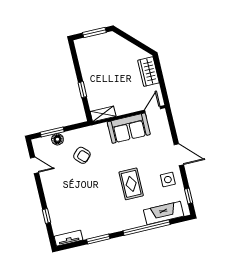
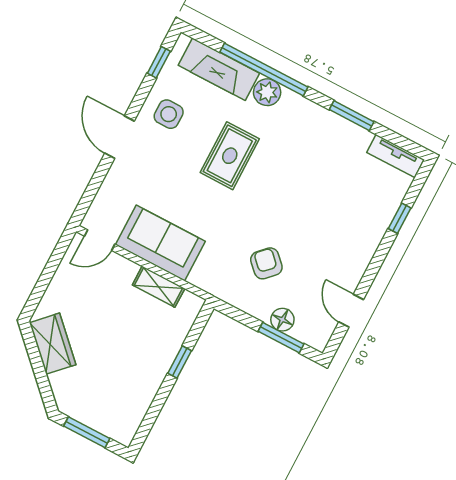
wardrobe: (148, 72) -> (53, 344), moved, turned -45
shelving: (103, 114) -> (159, 287), moved
plant: (138, 220) -> (267, 92), added

